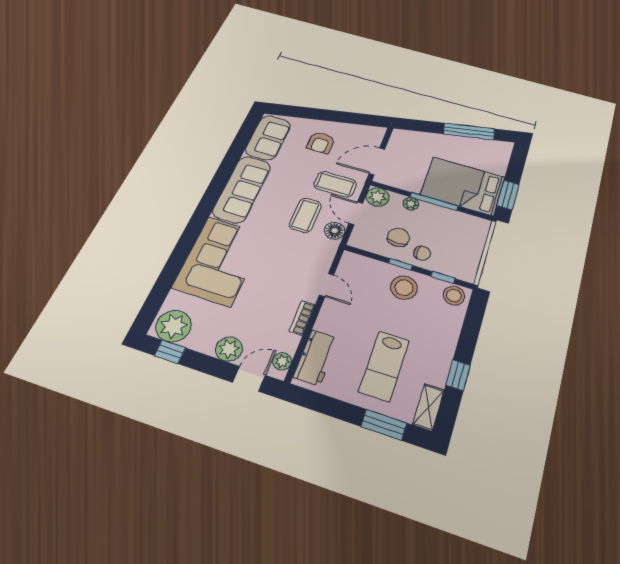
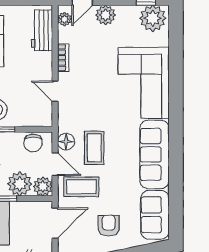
plant: (411, 204) -> (20, 184), width x1.87, depth x1.87
chair: (398, 237) -> (33, 143), moved

